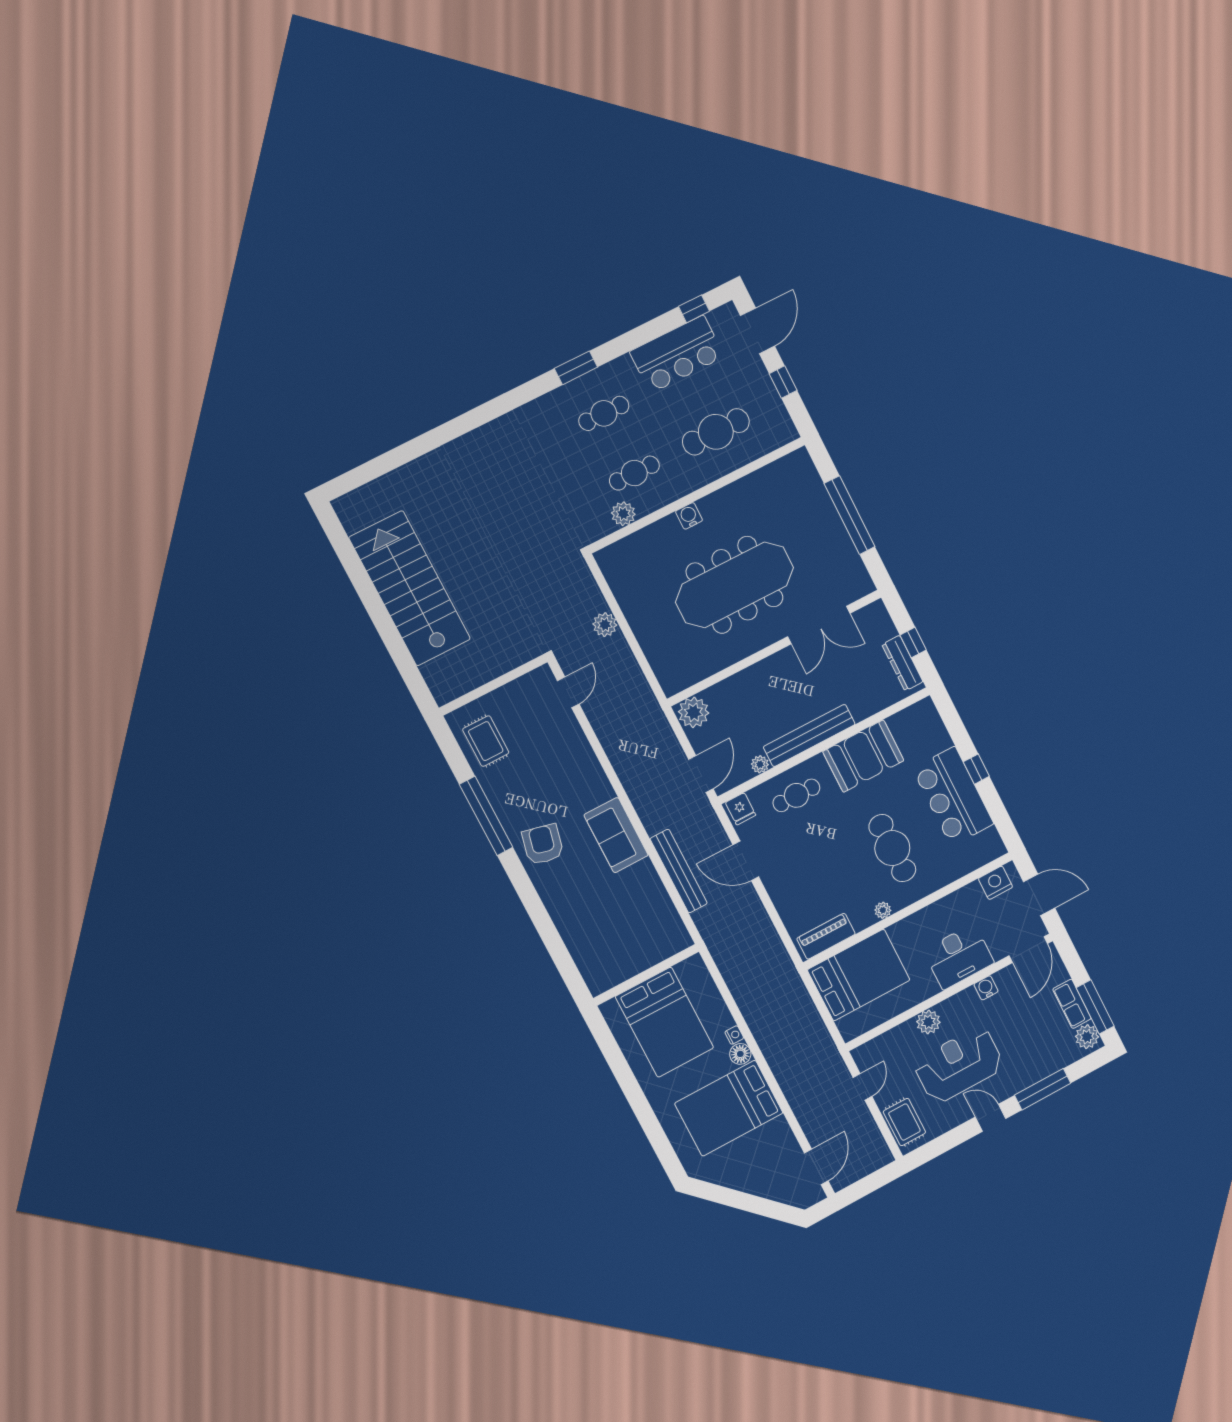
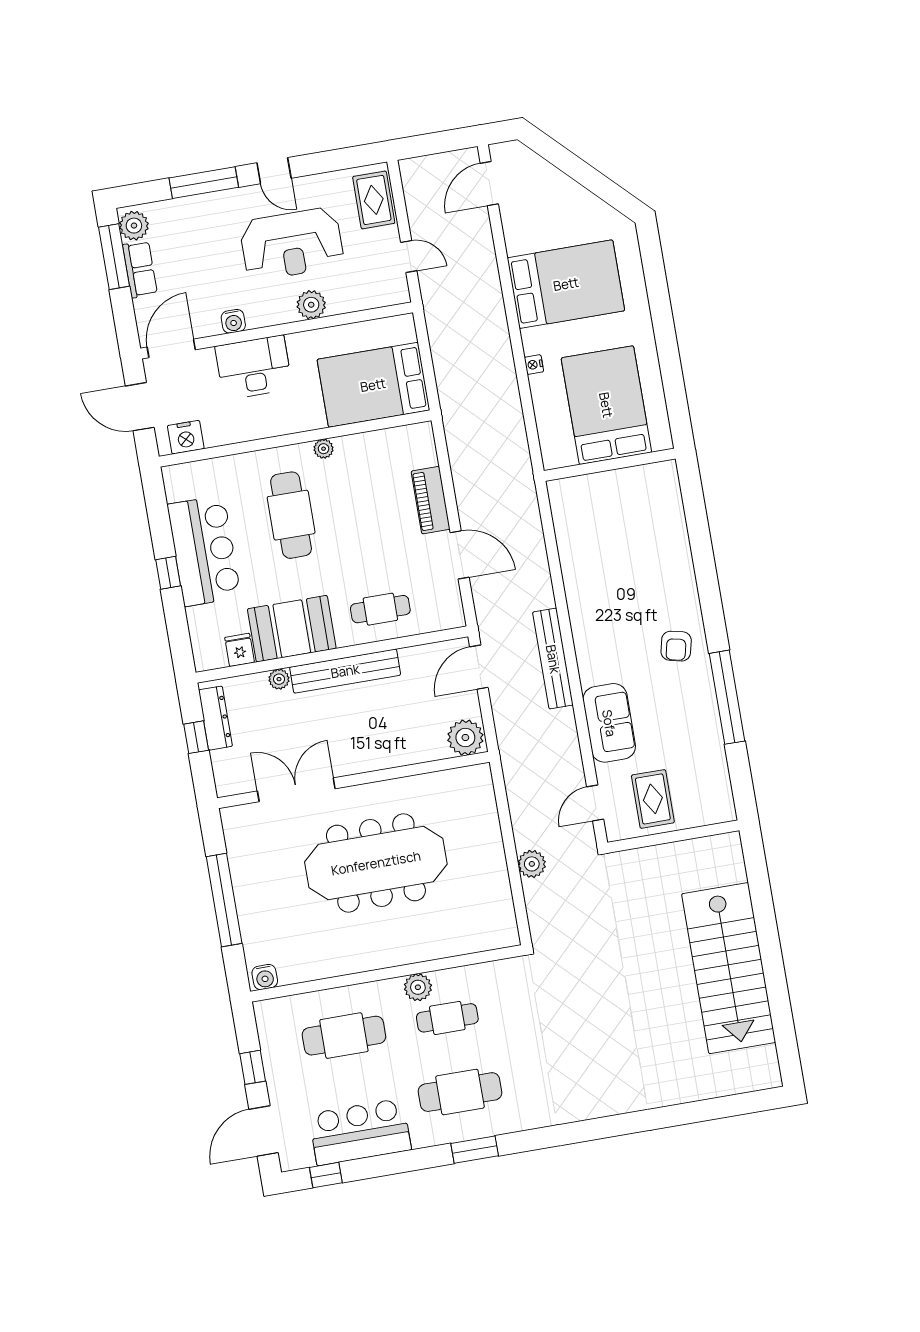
cafe table: (604, 413) -> (460, 1092), width x1.37, depth x1.35
plant: (623, 514) -> (418, 987), moved
water cooler: (689, 516) -> (265, 977), moved
rug: (486, 741) -> (653, 799), moved
plant: (760, 764) -> (279, 679), moved
fridge: (741, 809) -> (240, 650), moved
sofa: (616, 835) -> (609, 723), moved
armchair: (543, 844) -> (676, 646), width x0.72, depth x0.72
bench: (679, 871) -> (553, 659), moved
piano: (826, 936) -> (431, 500), moved, turned 90
floor lamp: (740, 1054) -> (534, 341), removed
door: (863, 1087) -> (409, 256), swing flipped

